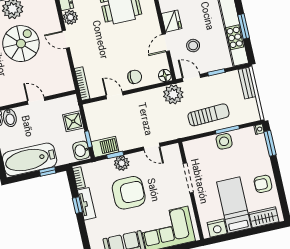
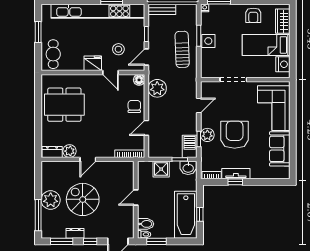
plant: (173, 94) -> (157, 88), moved
window: (48, 172) -> (200, 214), moved

